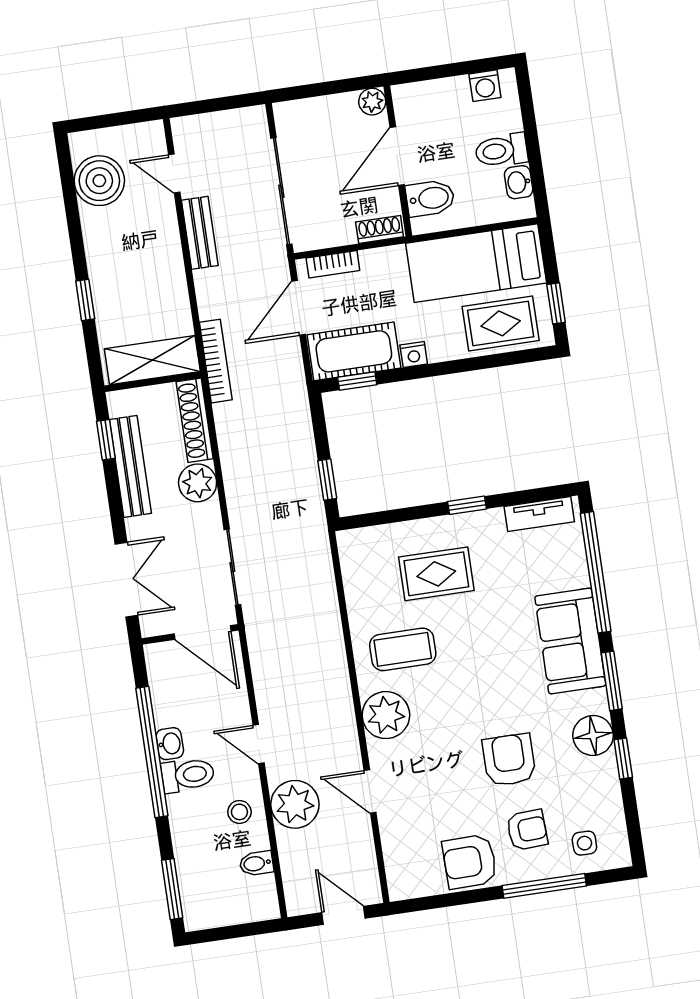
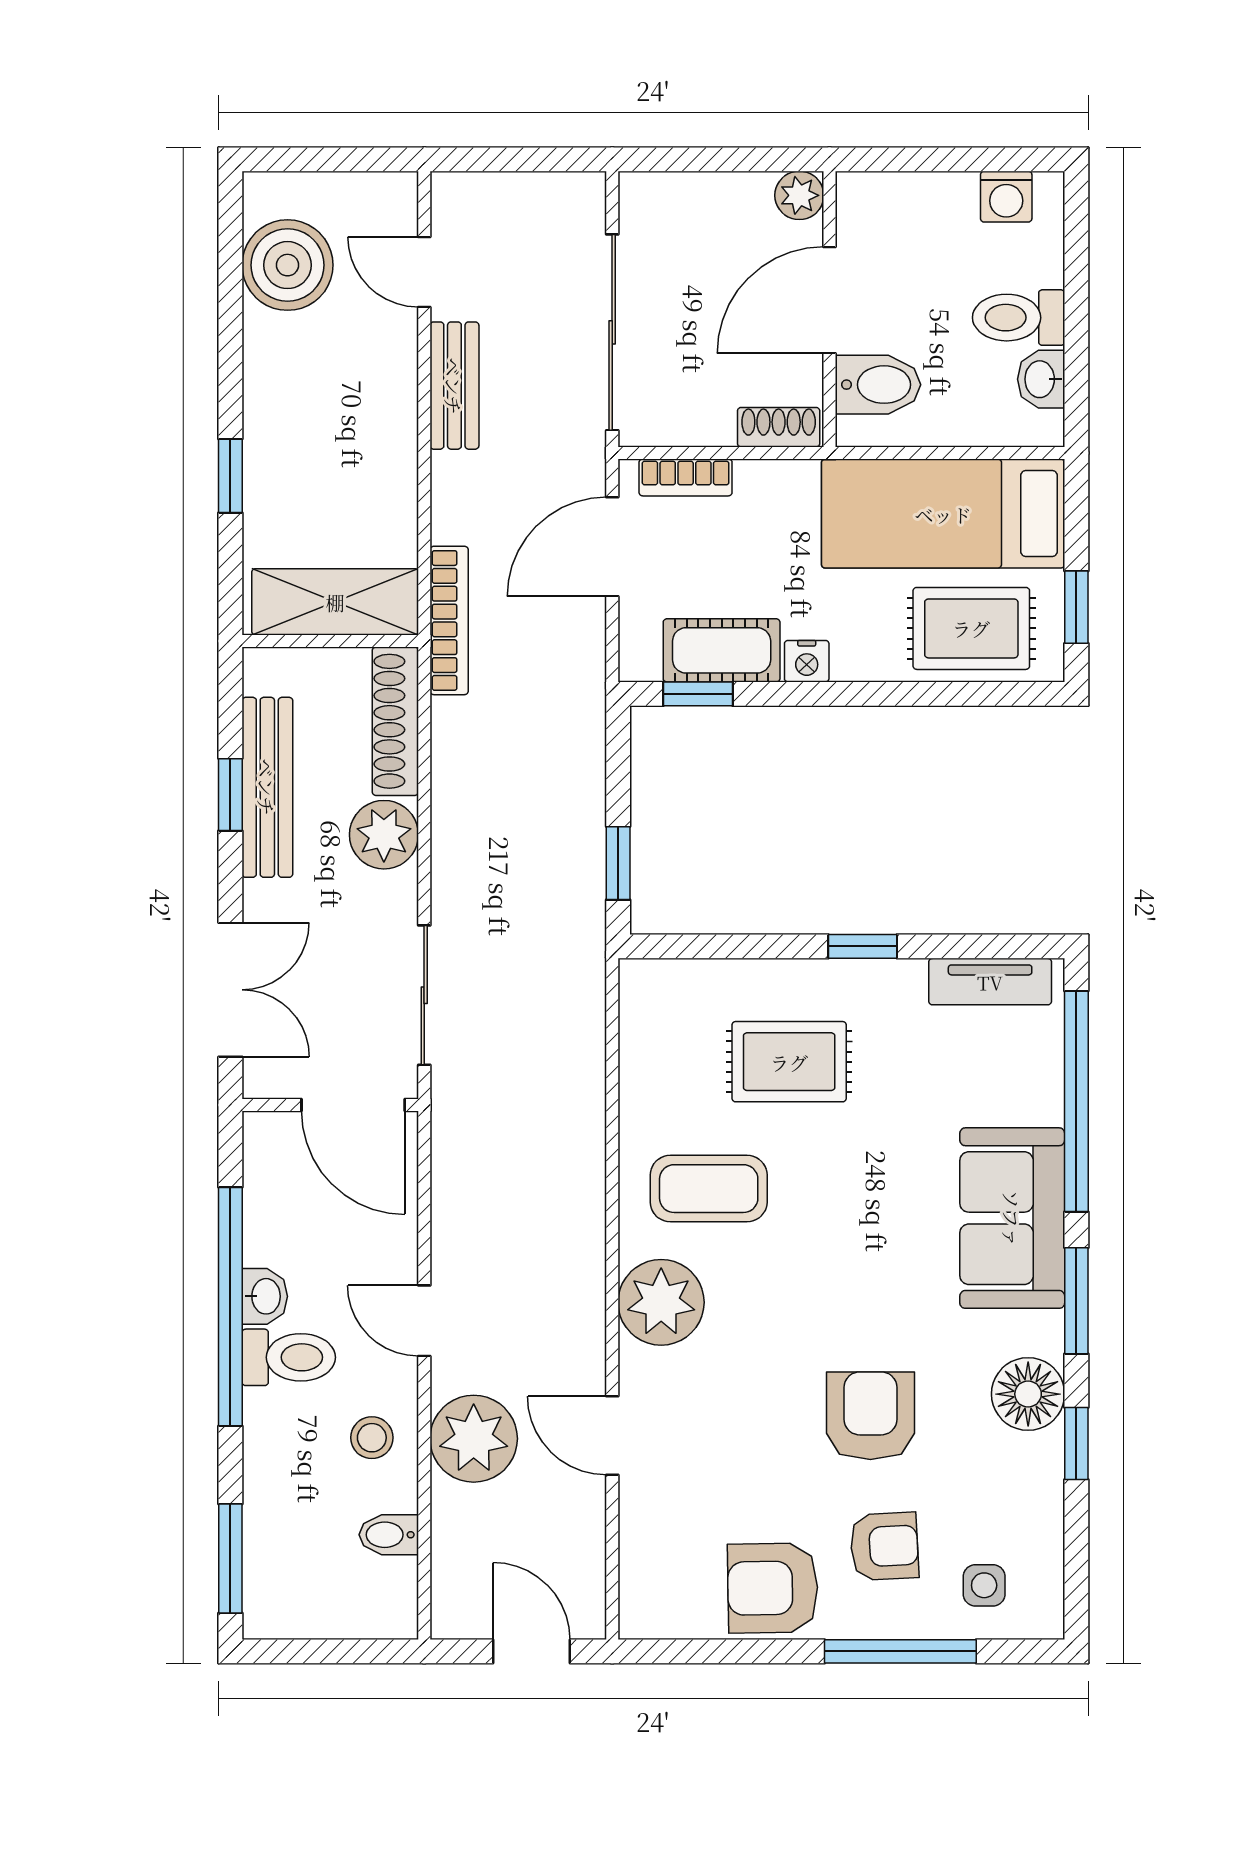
cot: (354, 351) -> (722, 650), width x0.73, depth x0.75
window: (106, 440) -> (230, 795), moved

